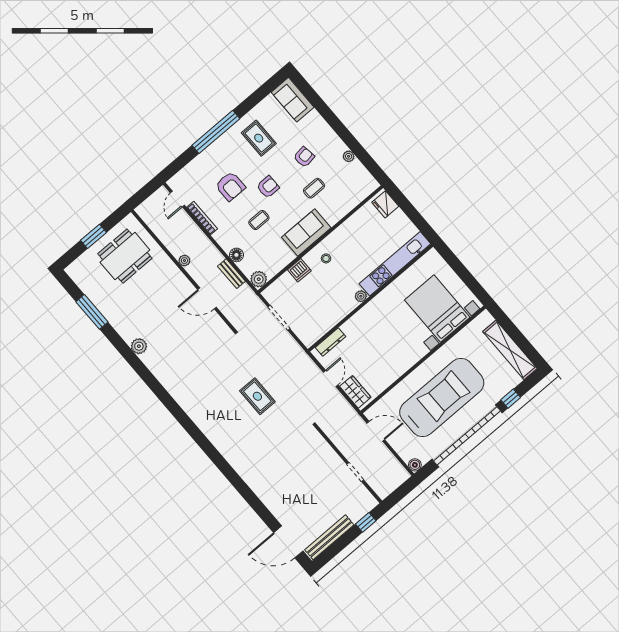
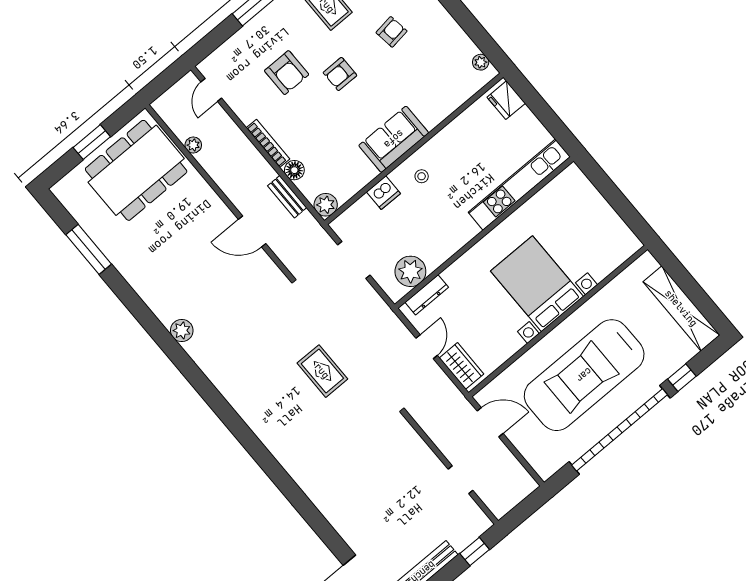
plant: (349, 156) -> (481, 62), moved
armchair: (268, 187) -> (340, 74), turned 180
coffee table: (314, 188) -> (405, 76), removed
bookcase: (202, 218) -> (268, 143), moved
coffee table: (259, 220) -> (327, 121), removed
dining table: (125, 256) -> (136, 170), width x1.36, depth x1.24
plant: (184, 261) -> (193, 145), moved
plant: (361, 296) -> (410, 271), moved, width x1.87, depth x1.87
bed with nightstands: (437, 309) -> (537, 284), moved
plant: (139, 346) -> (182, 330), moved
car: (442, 398) -> (584, 375), turned 180
boiler: (415, 465) -> (545, 470), removed

